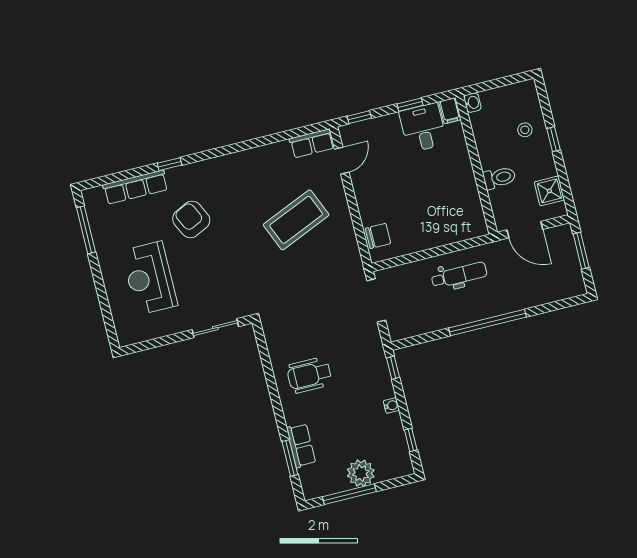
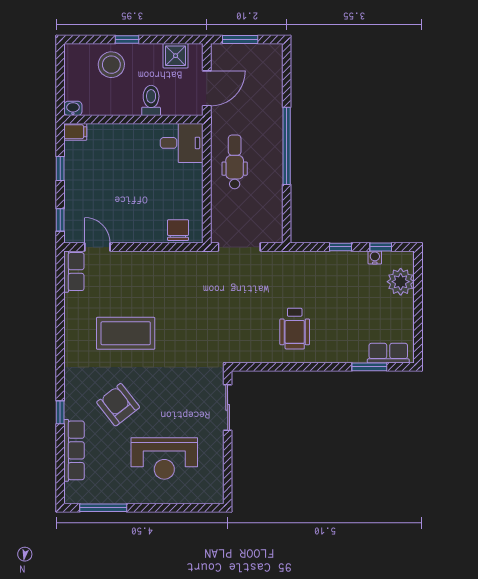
desk: (423, 128) -> (182, 143), moved, turned 180
stool: (525, 130) -> (111, 65), width x1.89, depth x1.89
armchair: (191, 219) -> (118, 405), turned 78
coffee table: (296, 220) -> (126, 333), moved, turned -67
window: (393, 368) -> (341, 247), moved
water cooler: (391, 406) -> (375, 257), moved
row of seats: (301, 445) -> (388, 353), moved
plant: (361, 473) -> (401, 282), moved
window: (349, 494) -> (418, 319), removed

